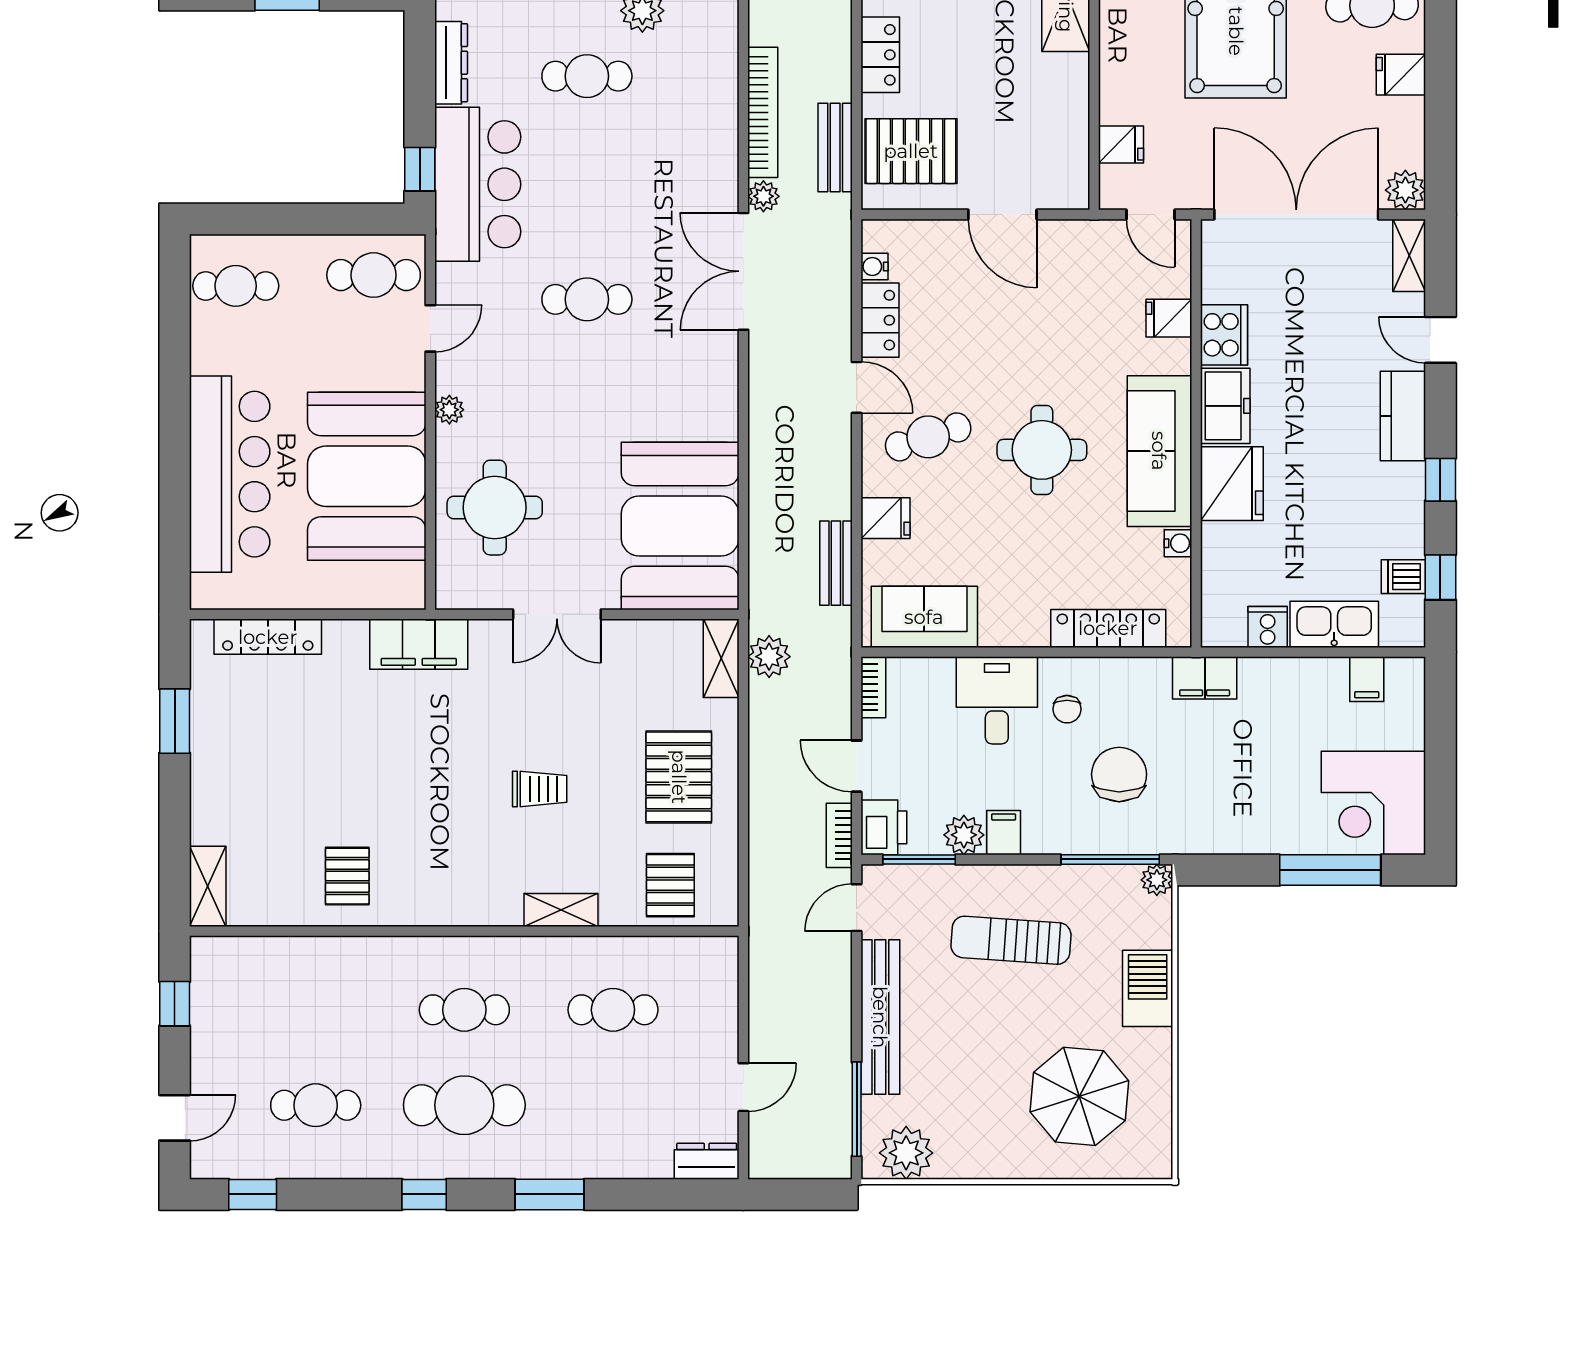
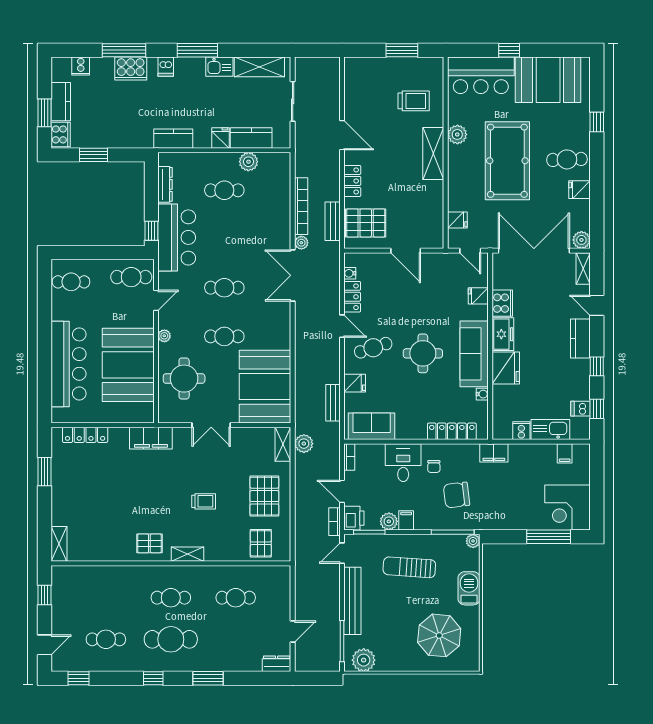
cafe table: (587, 411) -> (224, 336), added
chair: (1119, 774) -> (457, 495), turned -97
pallet: (347, 876) -> (149, 543), moved, turned 90
shelving: (561, 910) -> (188, 554), moved

